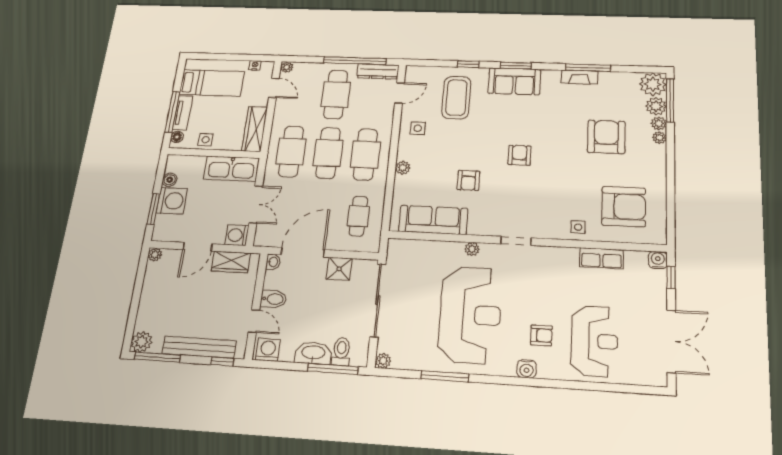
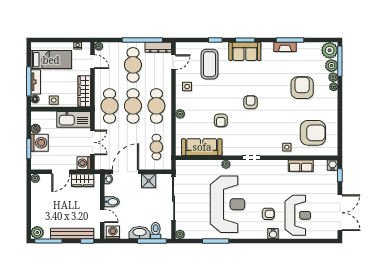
water cooler: (527, 369) -> (273, 234), moved

